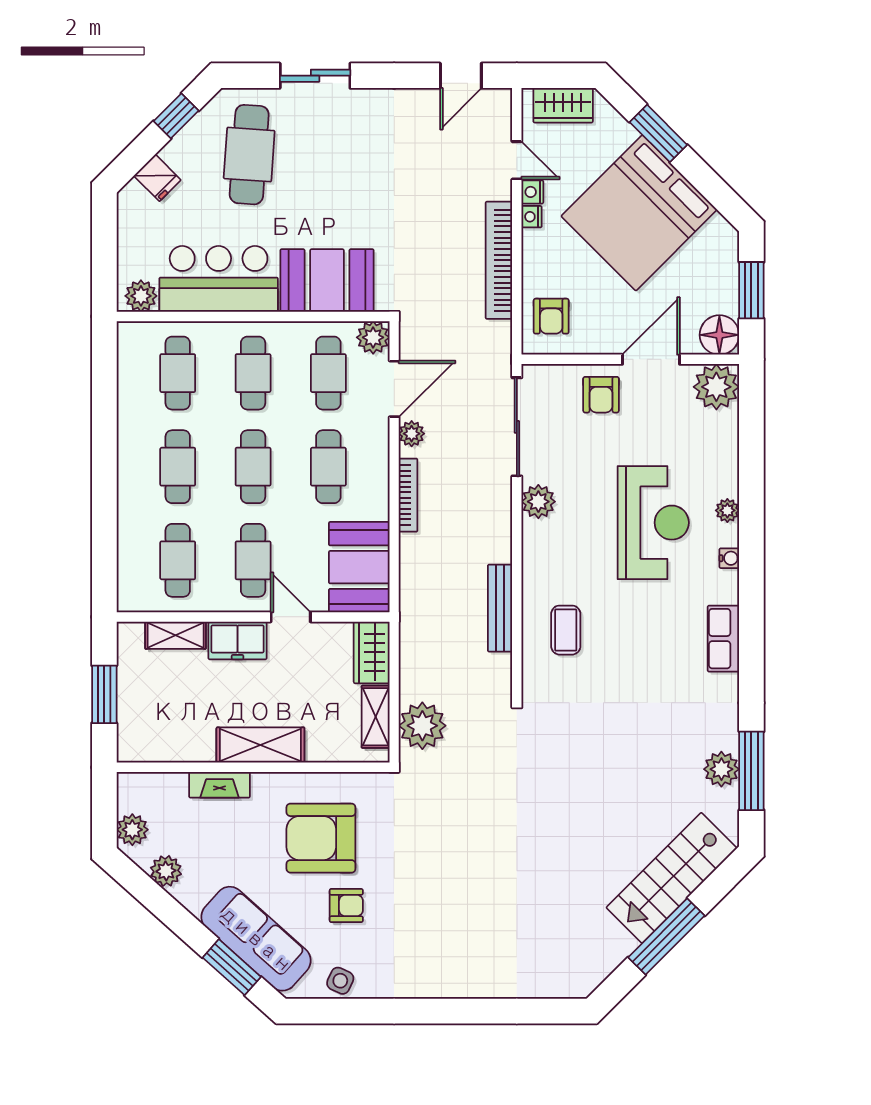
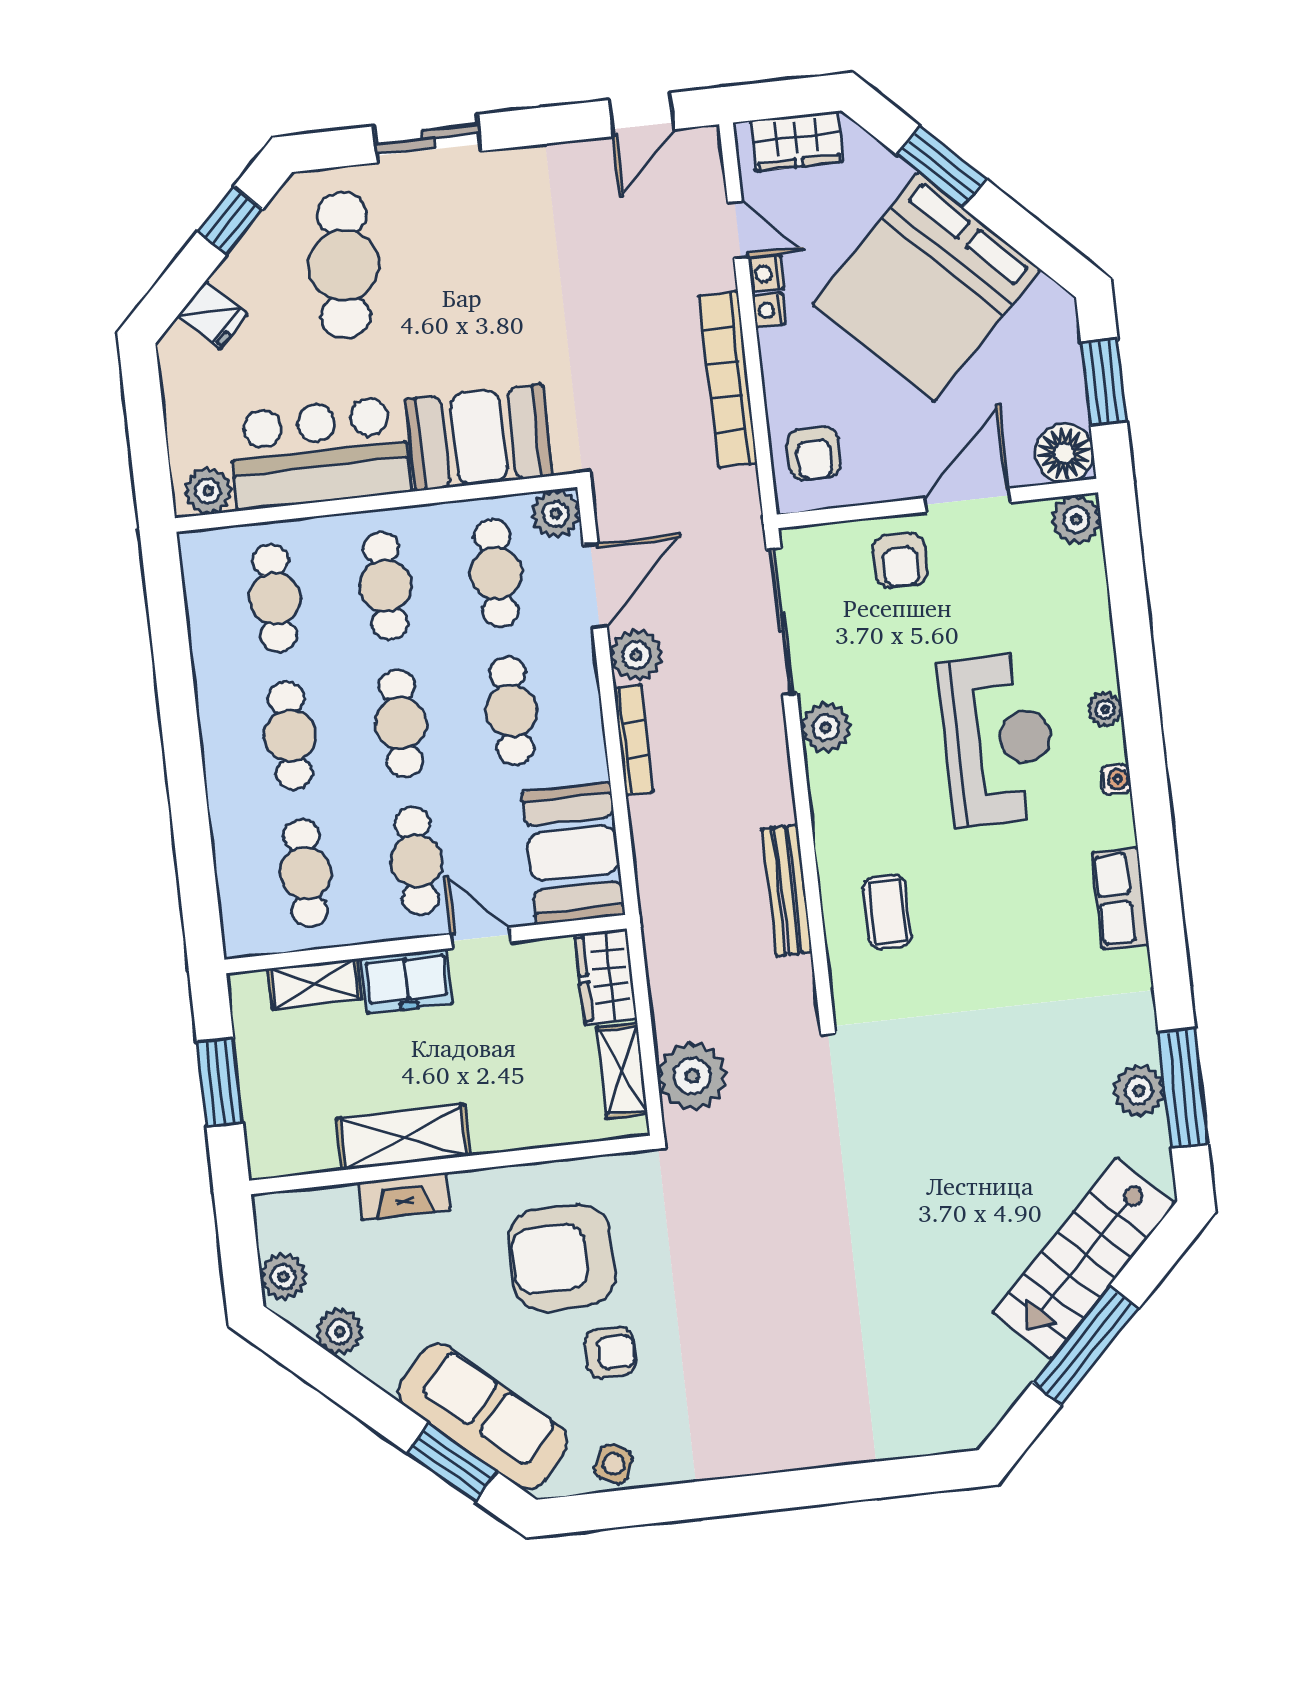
plant: (716, 387) -> (1076, 520), width x0.73, depth x0.73
plant: (412, 434) -> (636, 655), width x1.38, depth x1.38
shelving: (260, 745) -> (403, 1137), moved

